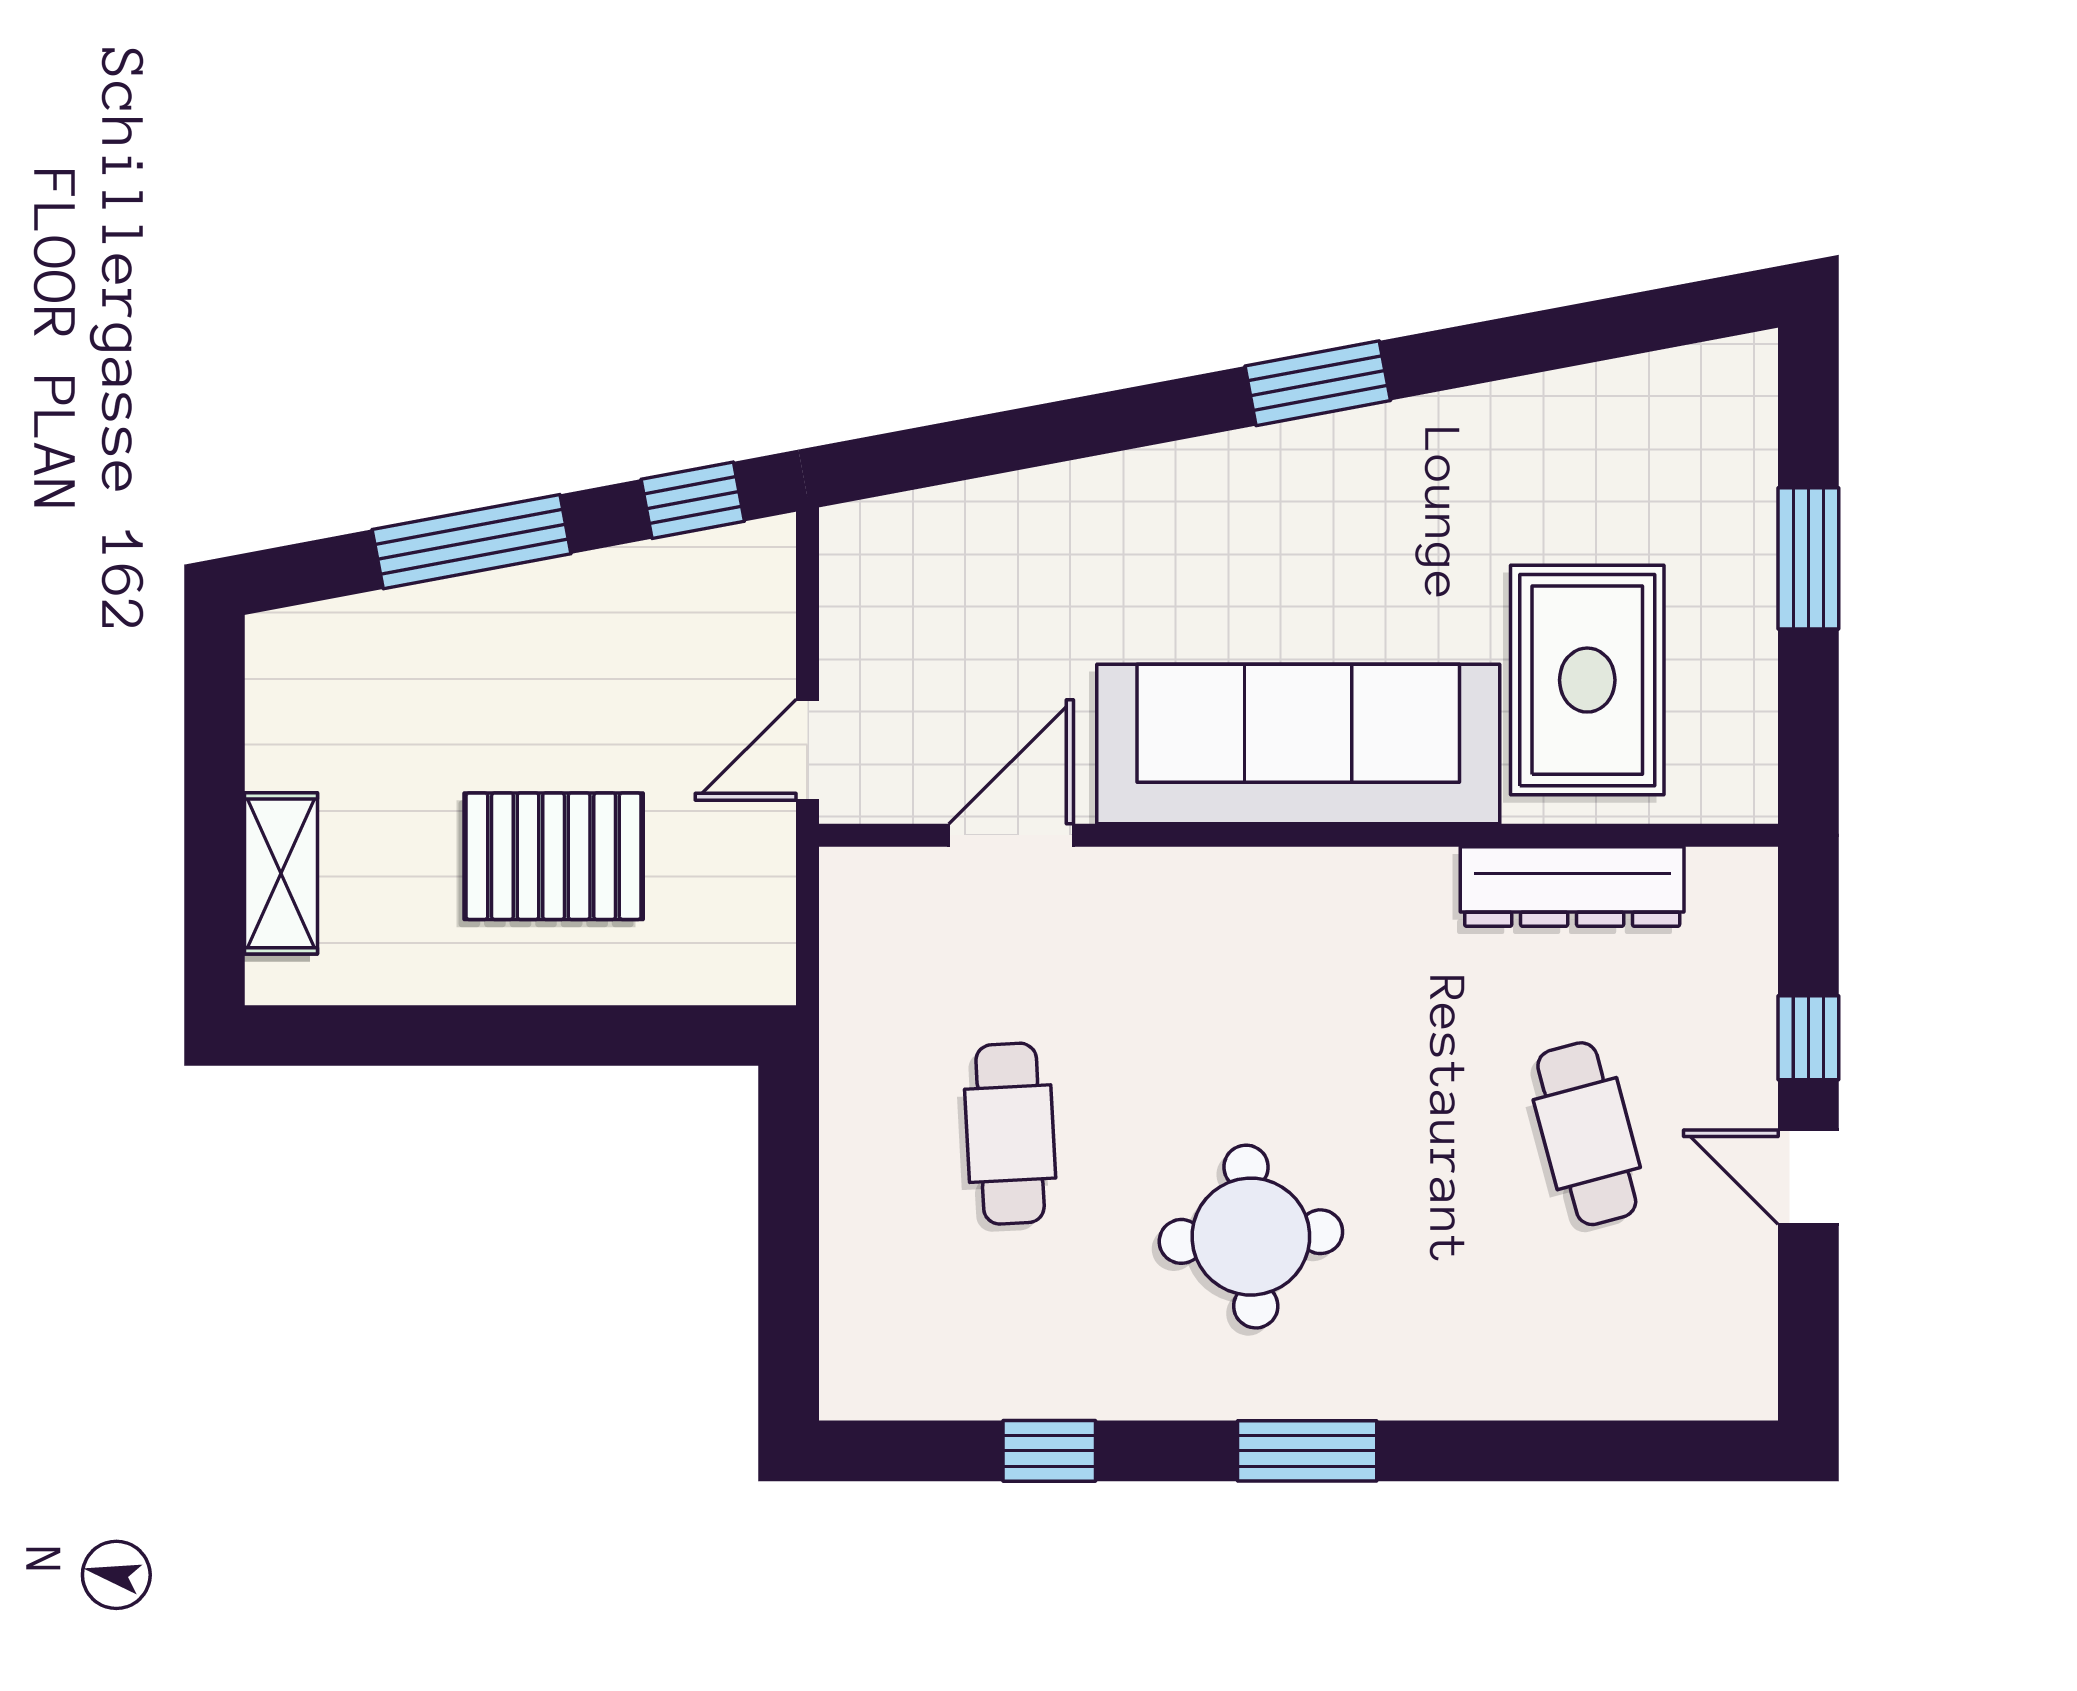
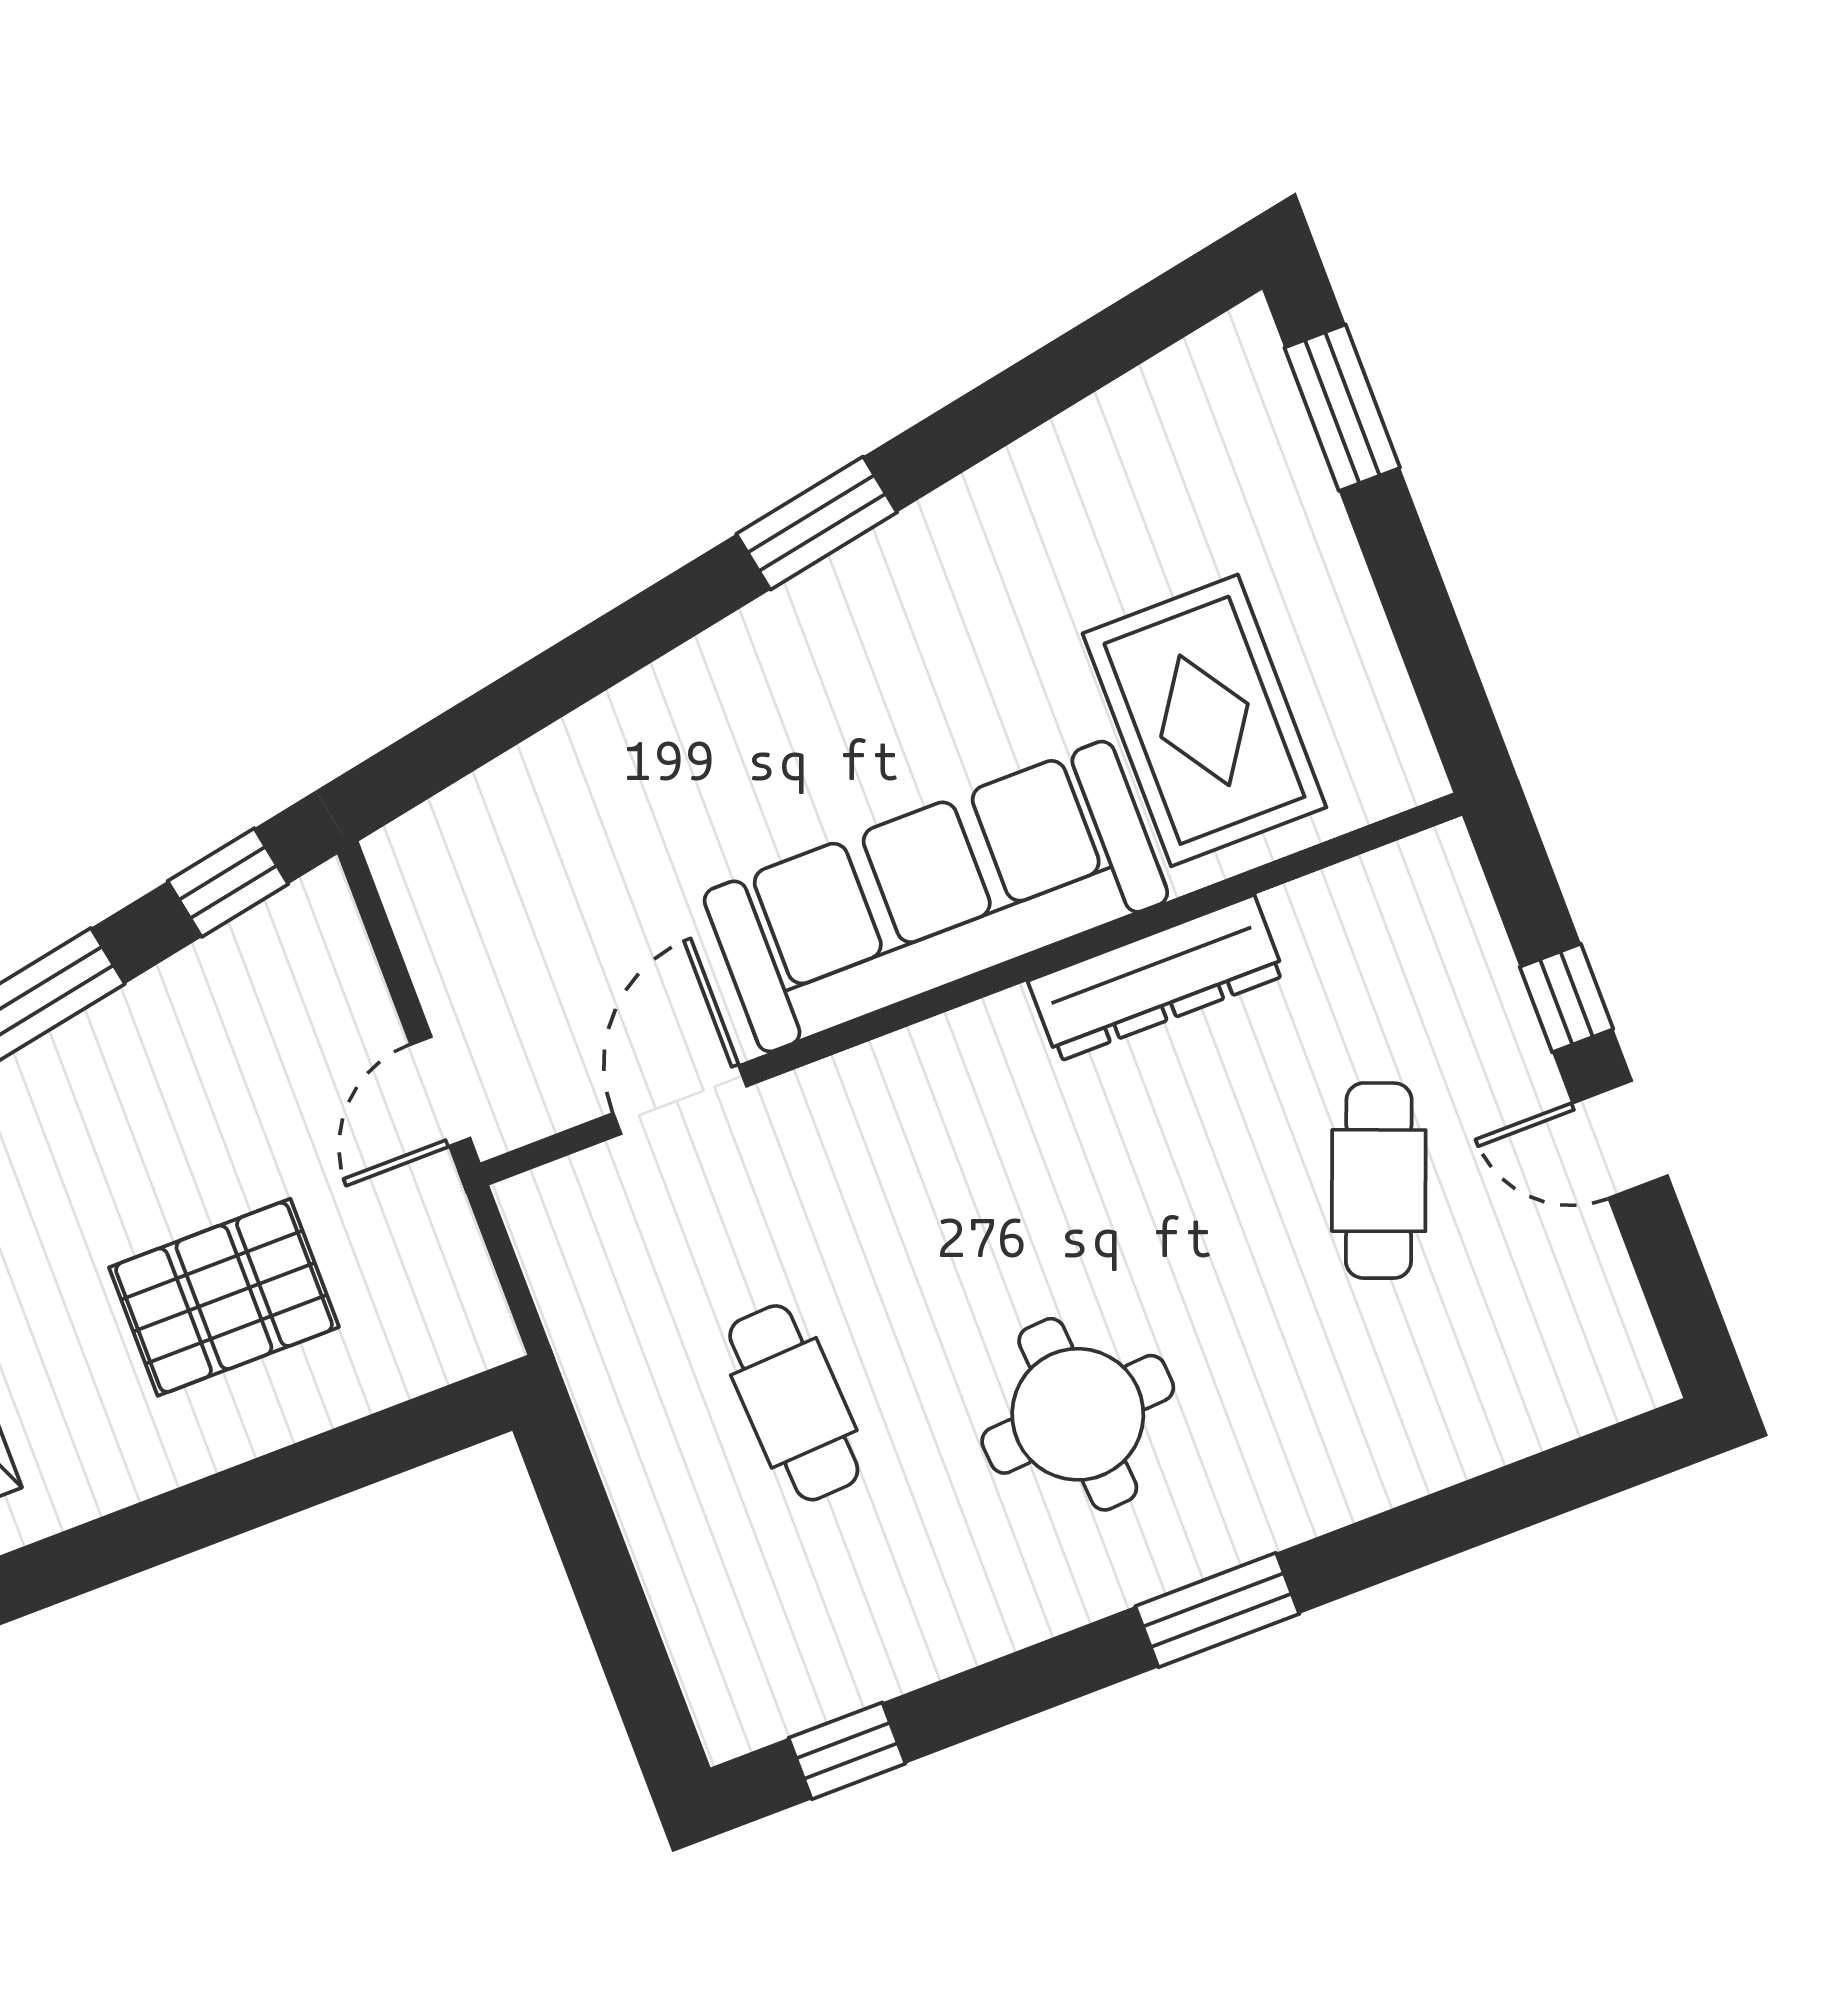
window: (1808, 558) -> (1342, 408), moved
dresser: (1572, 887) -> (1156, 978), moved
cafe table: (1587, 1134) -> (1379, 1181), turned 36
window: (1049, 1451) -> (847, 1751), moved

